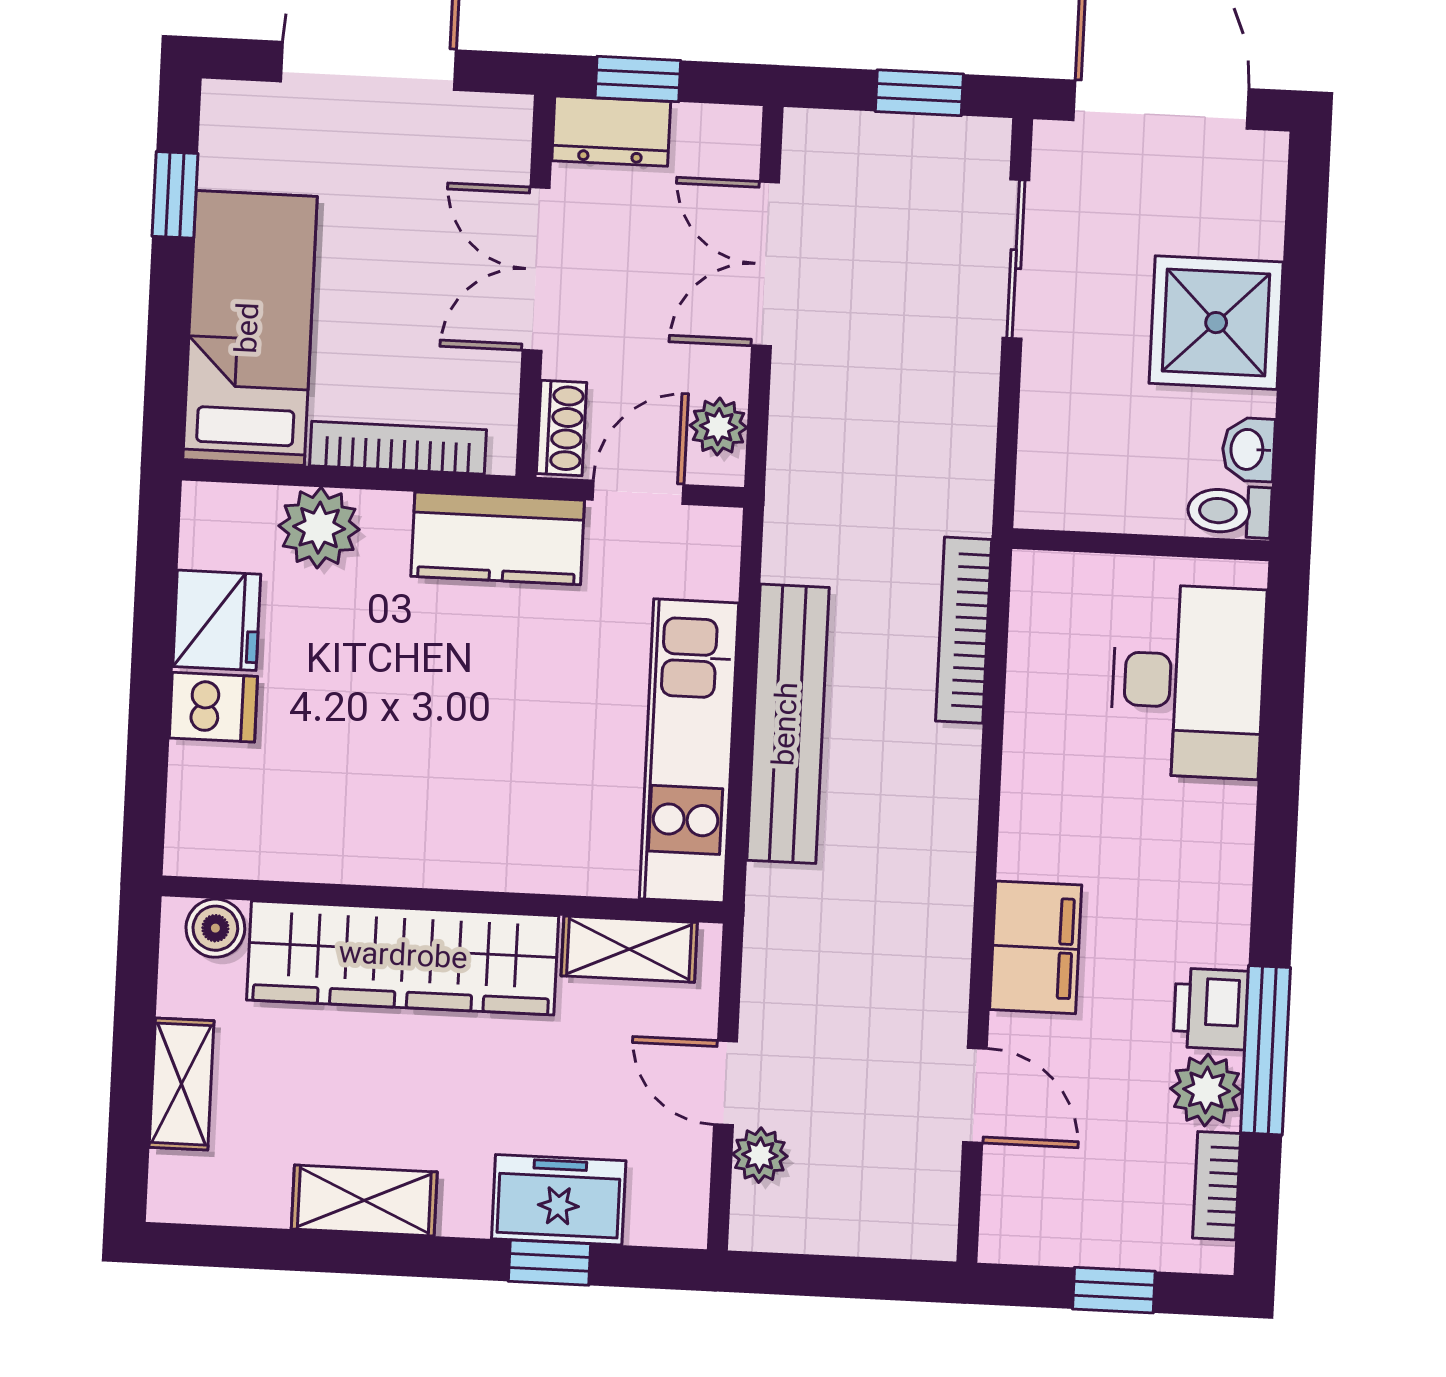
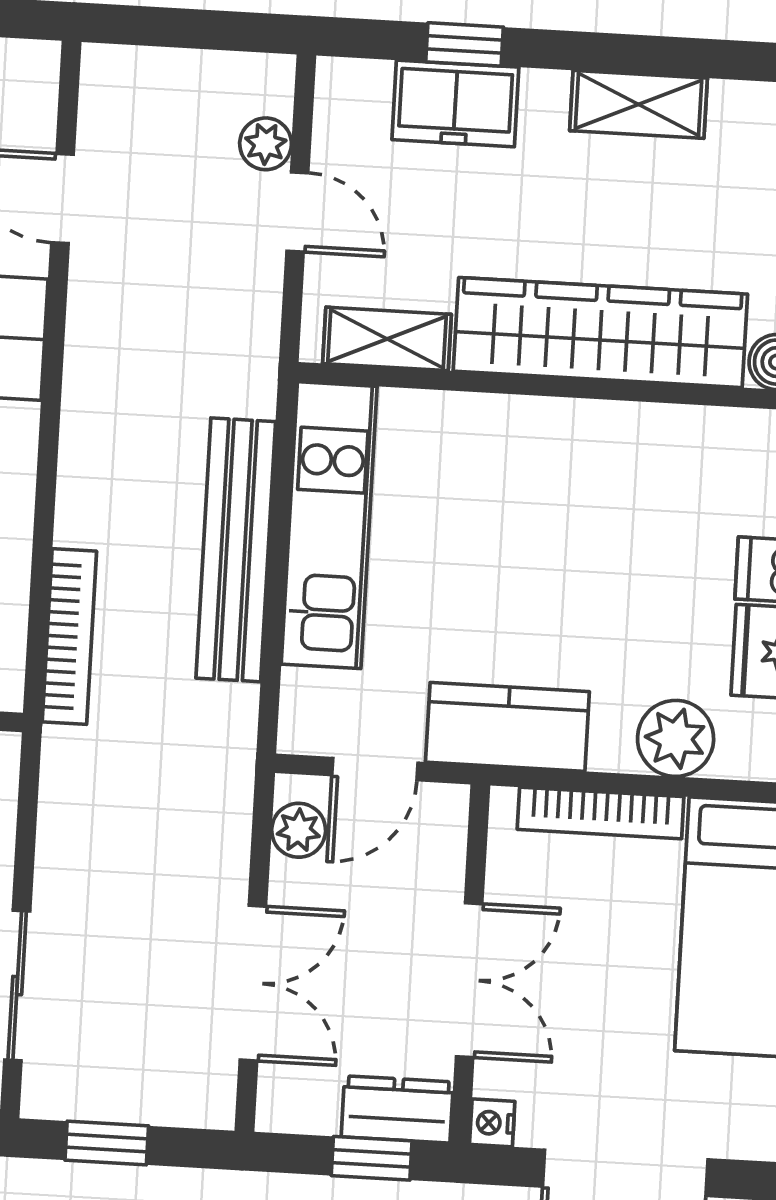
nightstand: (510, 118) -> (492, 1123), added
shoe rack: (562, 428) -> (446, 830), removed

